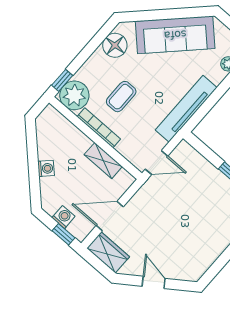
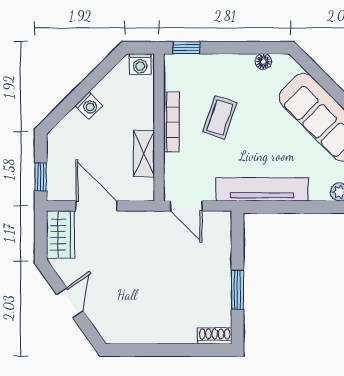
floor lamp: (115, 45) -> (263, 62), width x0.53, depth x0.53
plant: (74, 95) -> (182, 72), removed
coffee table: (121, 97) -> (220, 117), turned -71
washing machine: (63, 217) -> (140, 64), moved, turned 90

